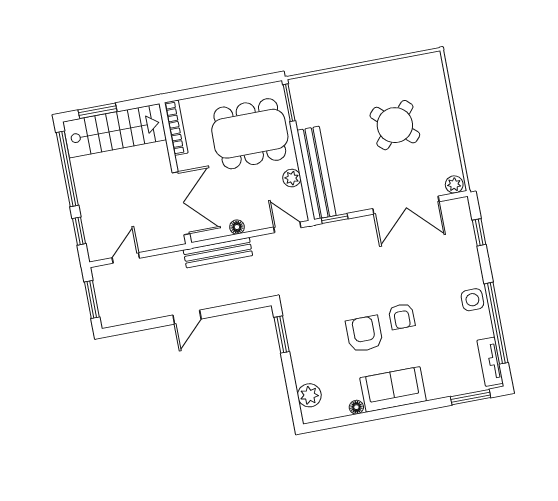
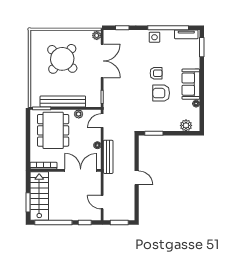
round table: (395, 125) -> (62, 59), width x1.36, depth x1.36
bench: (317, 173) -> (63, 101), moved

